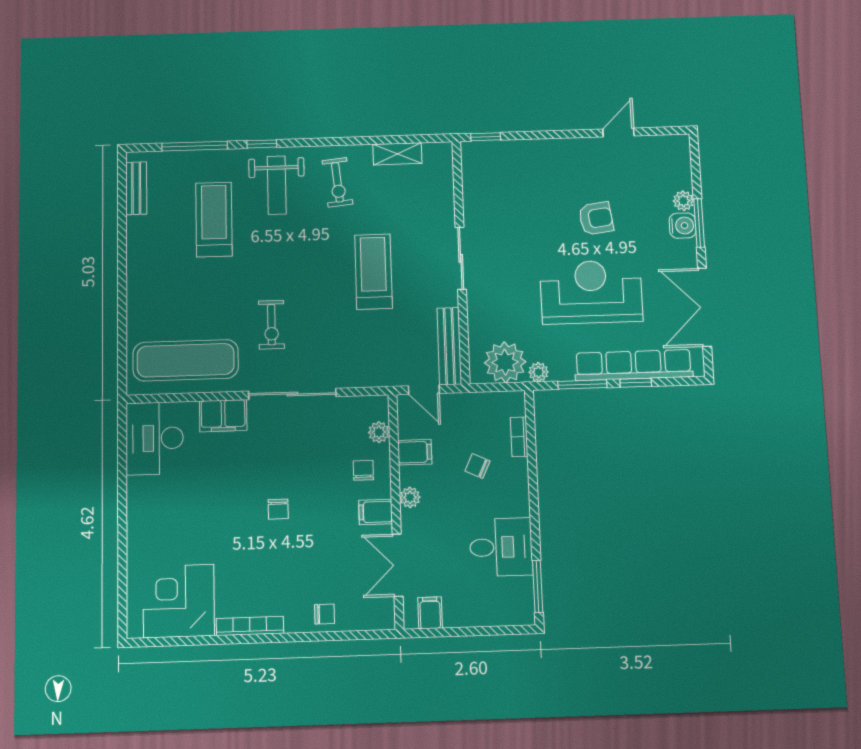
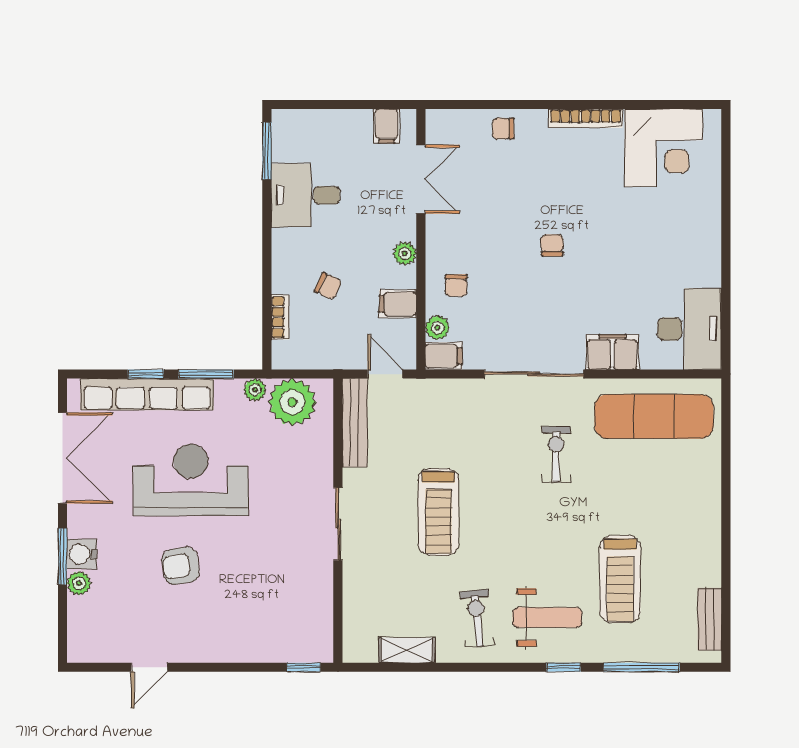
weight bench: (277, 185) -> (547, 617), turned 90
reception desk: (591, 292) -> (191, 480), turned 180
filing cabinet: (376, 512) -> (444, 356), moved

